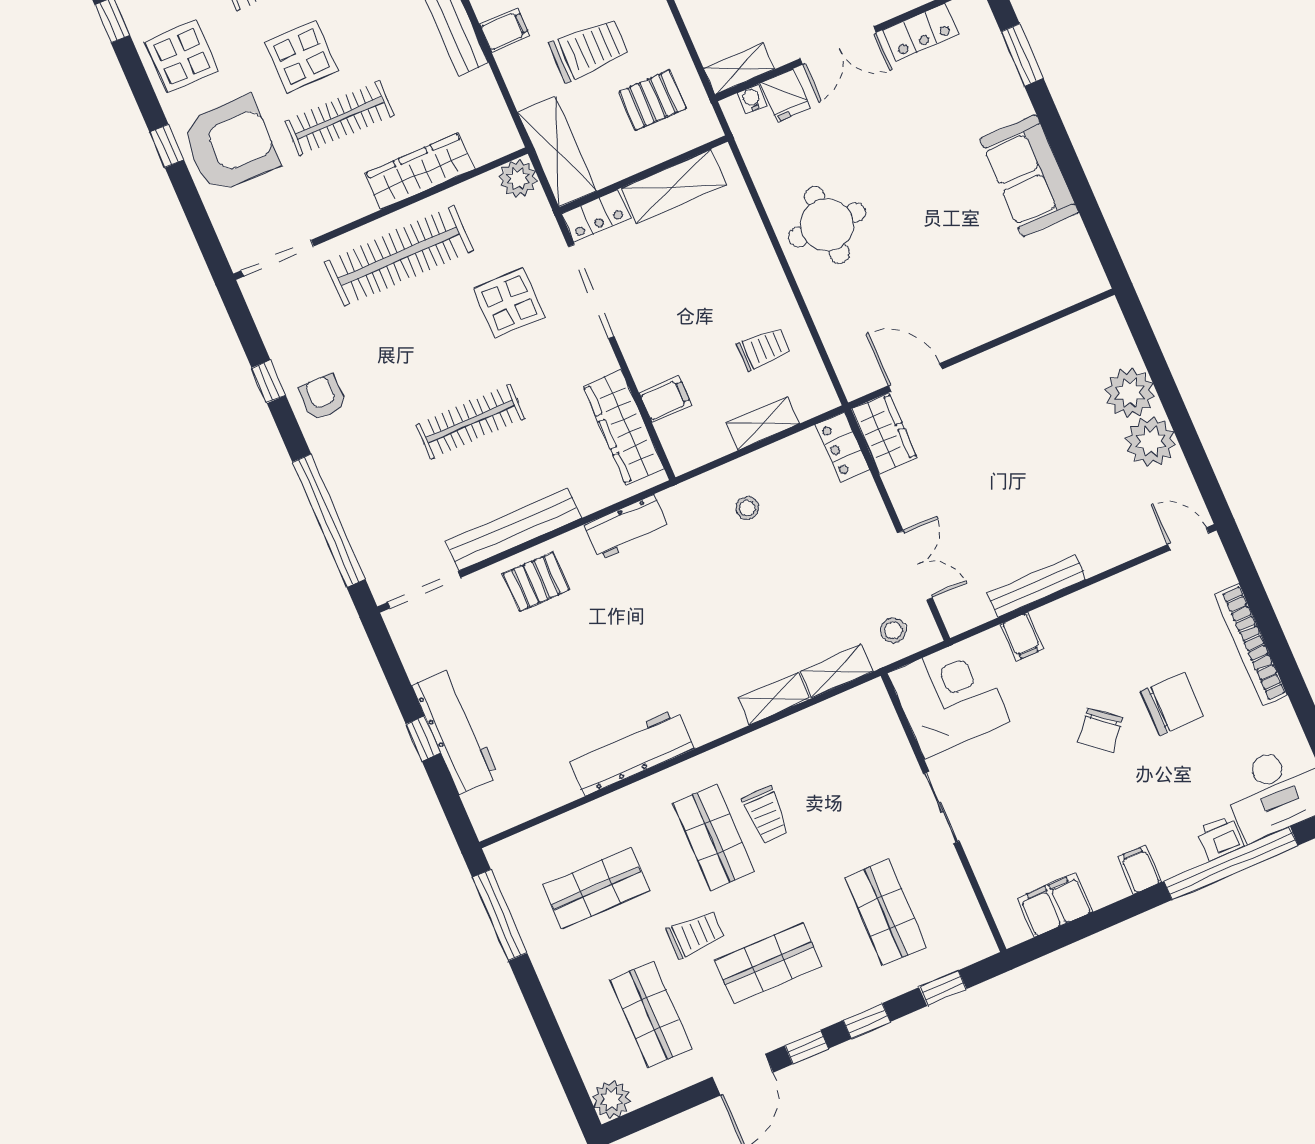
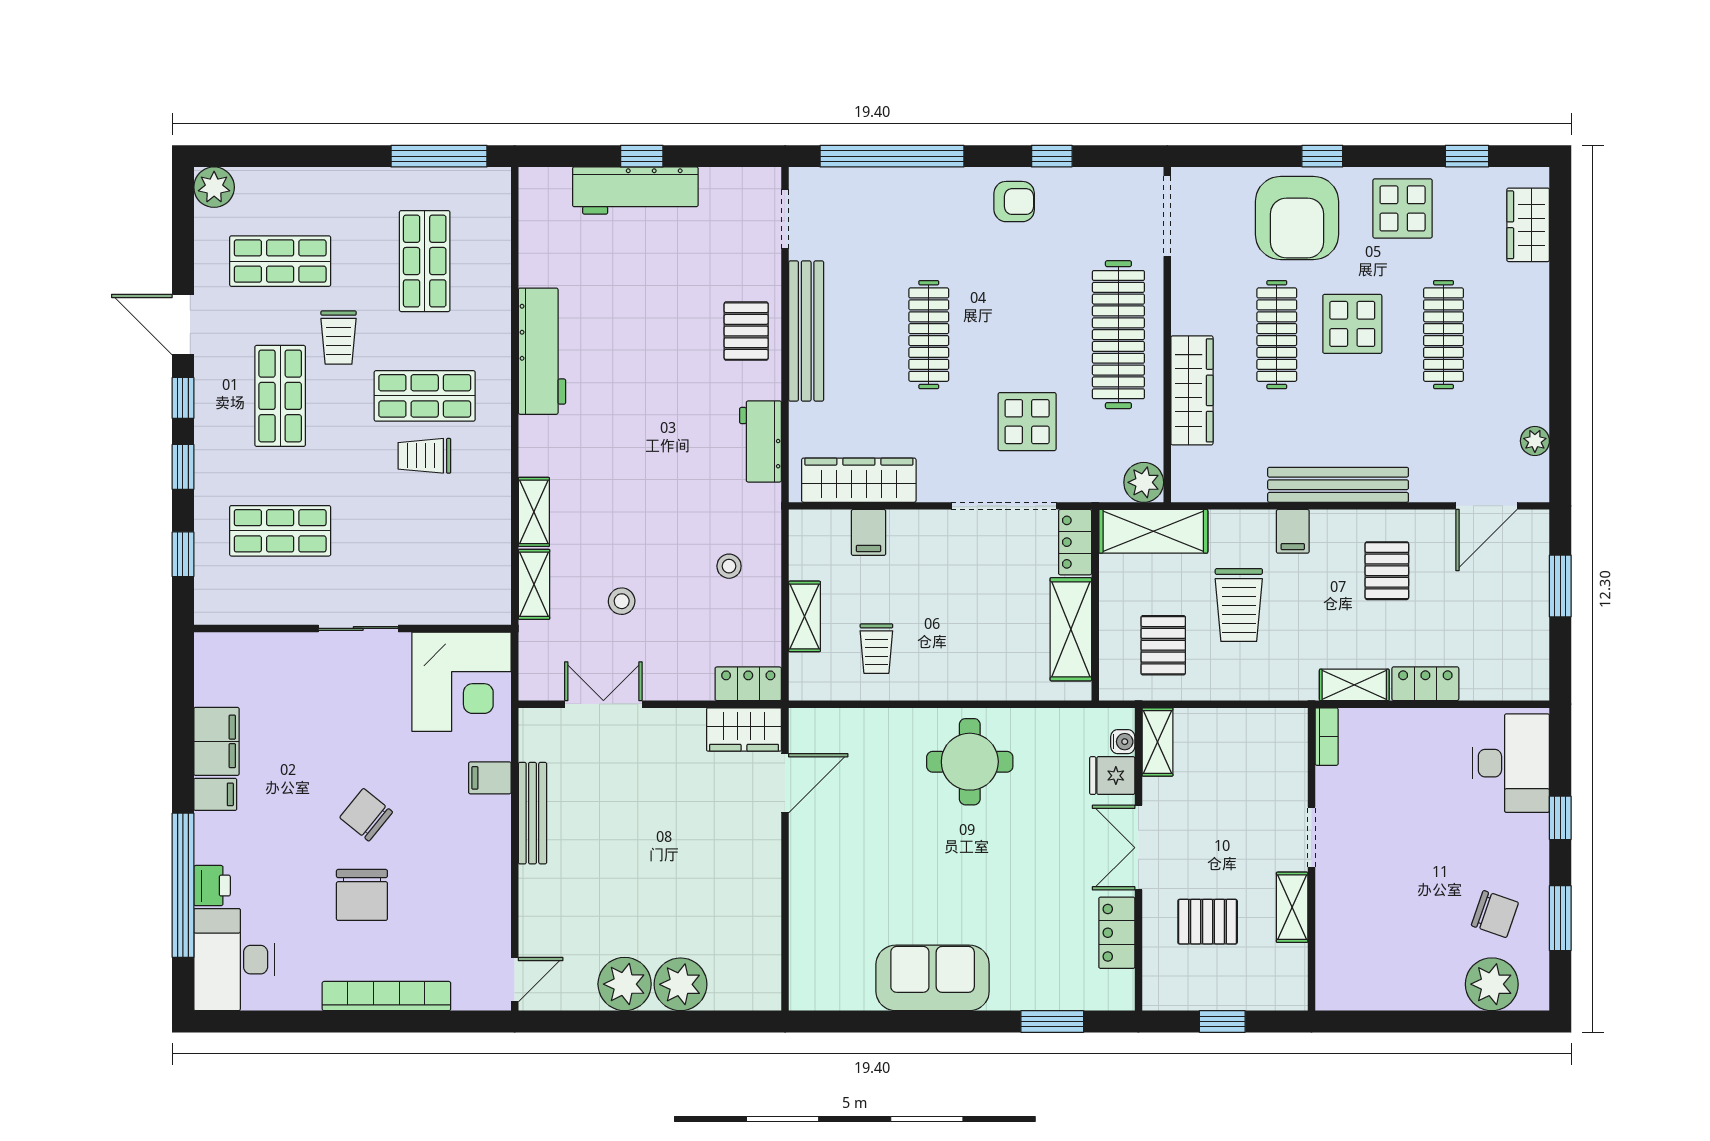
double door: (915, 565) -> (603, 704), swing flipped
doorway: (424, 590) -> (785, 219), width x0.73
stool: (893, 630) -> (622, 601), moved
filing cabinet: (1055, 905) -> (216, 741), moved

